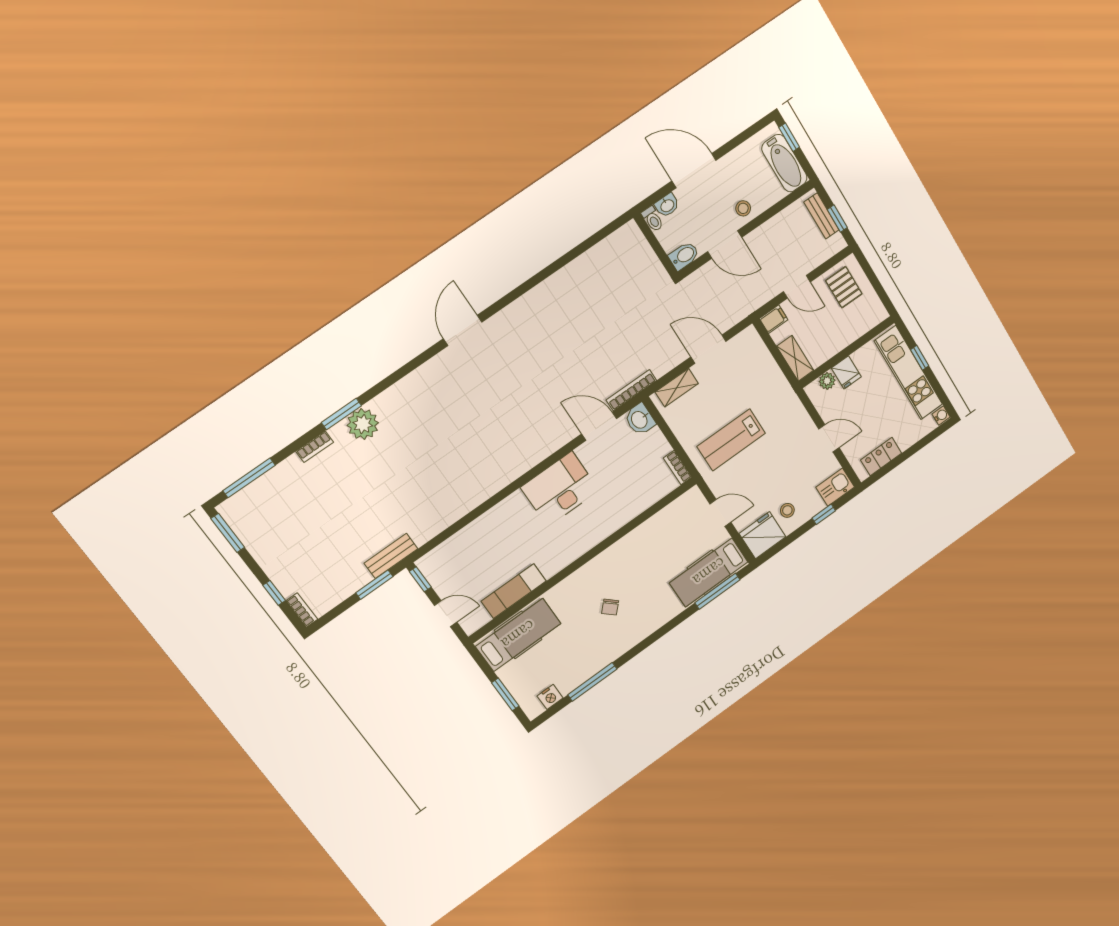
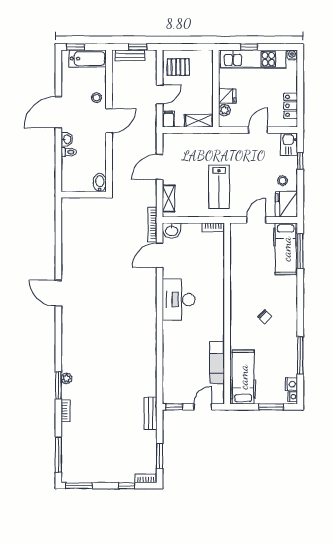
wall: (656, 245) -> (84, 195), moved
bidet: (684, 256) -> (100, 183), moved
plant: (363, 424) -> (66, 378), width x0.53, depth x0.53
window: (374, 585) -> (160, 456), moved
nightstand: (536, 710) -> (293, 397), added

